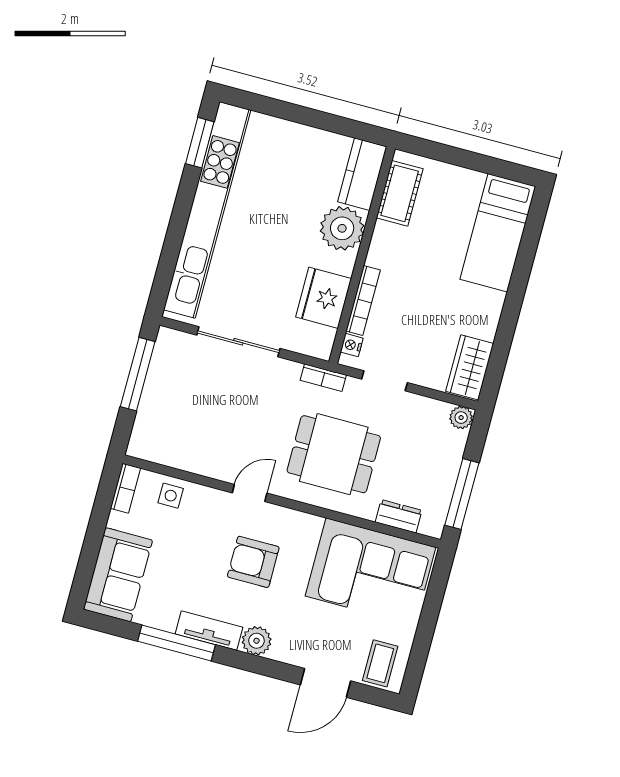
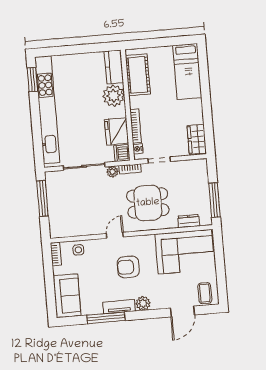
cot: (400, 193) -> (138, 75), width x1.37, depth x1.34
dishwasher: (319, 342) -> (122, 153), added
plant: (461, 418) -> (112, 172), moved

